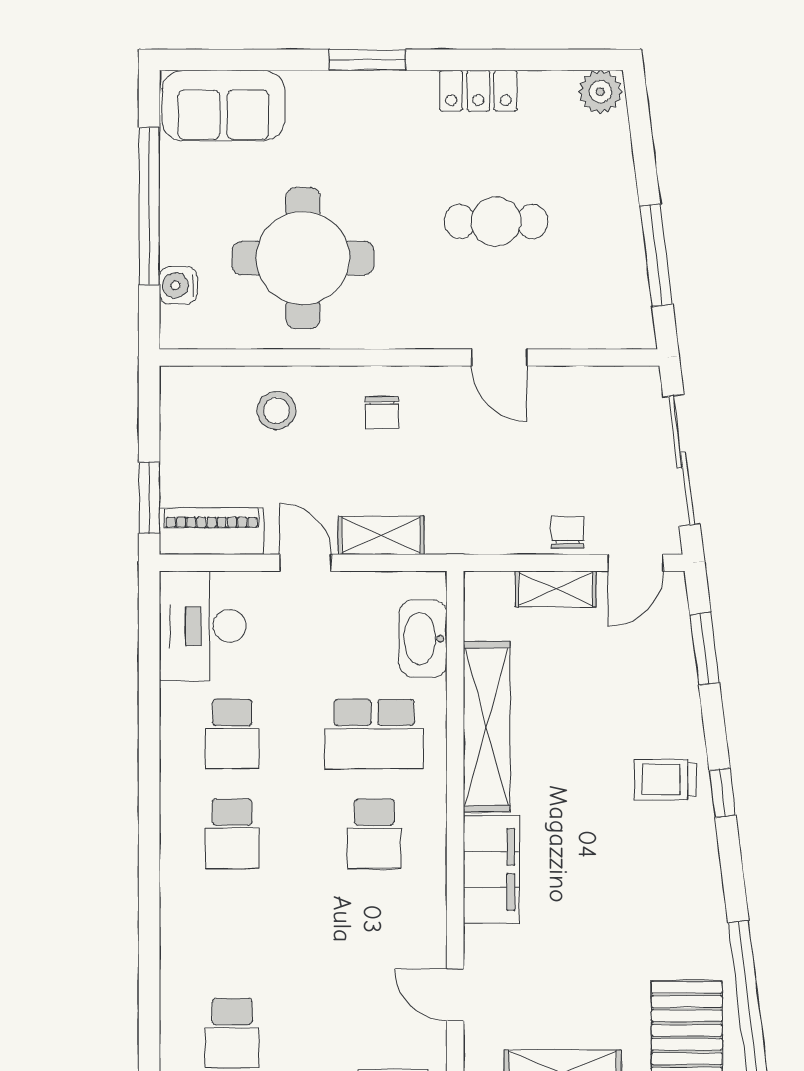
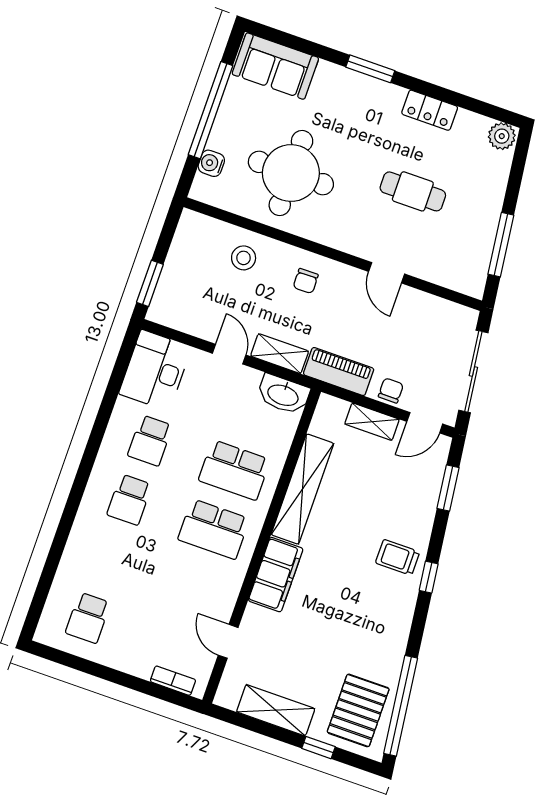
piano: (212, 531) -> (339, 372), moved
washbasin: (423, 639) -> (283, 394), moved, turned -90
school desk: (374, 834) -> (214, 529), width x1.85

